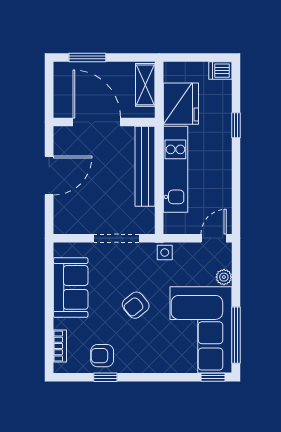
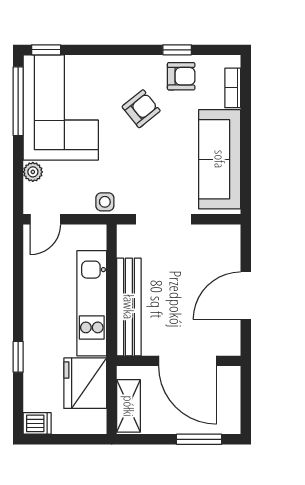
sofa: (71, 287) -> (220, 159), width x1.36
armchair: (136, 305) -> (141, 109), moved

